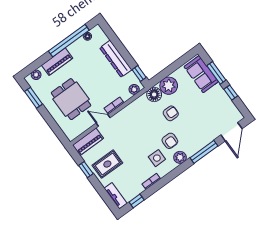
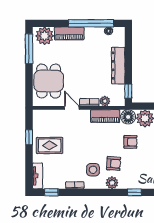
plant: (36, 75) -> (45, 36), width x1.88, depth x1.88
plant: (134, 89) -> (105, 101), moved
window: (34, 98) -> (29, 49), width x1.44
dining table: (71, 99) -> (49, 81), moved
armchair: (170, 141) -> (114, 164), turned -86
piano: (88, 142) -> (105, 116), moved
window: (204, 152) -> (134, 192), width x0.46

